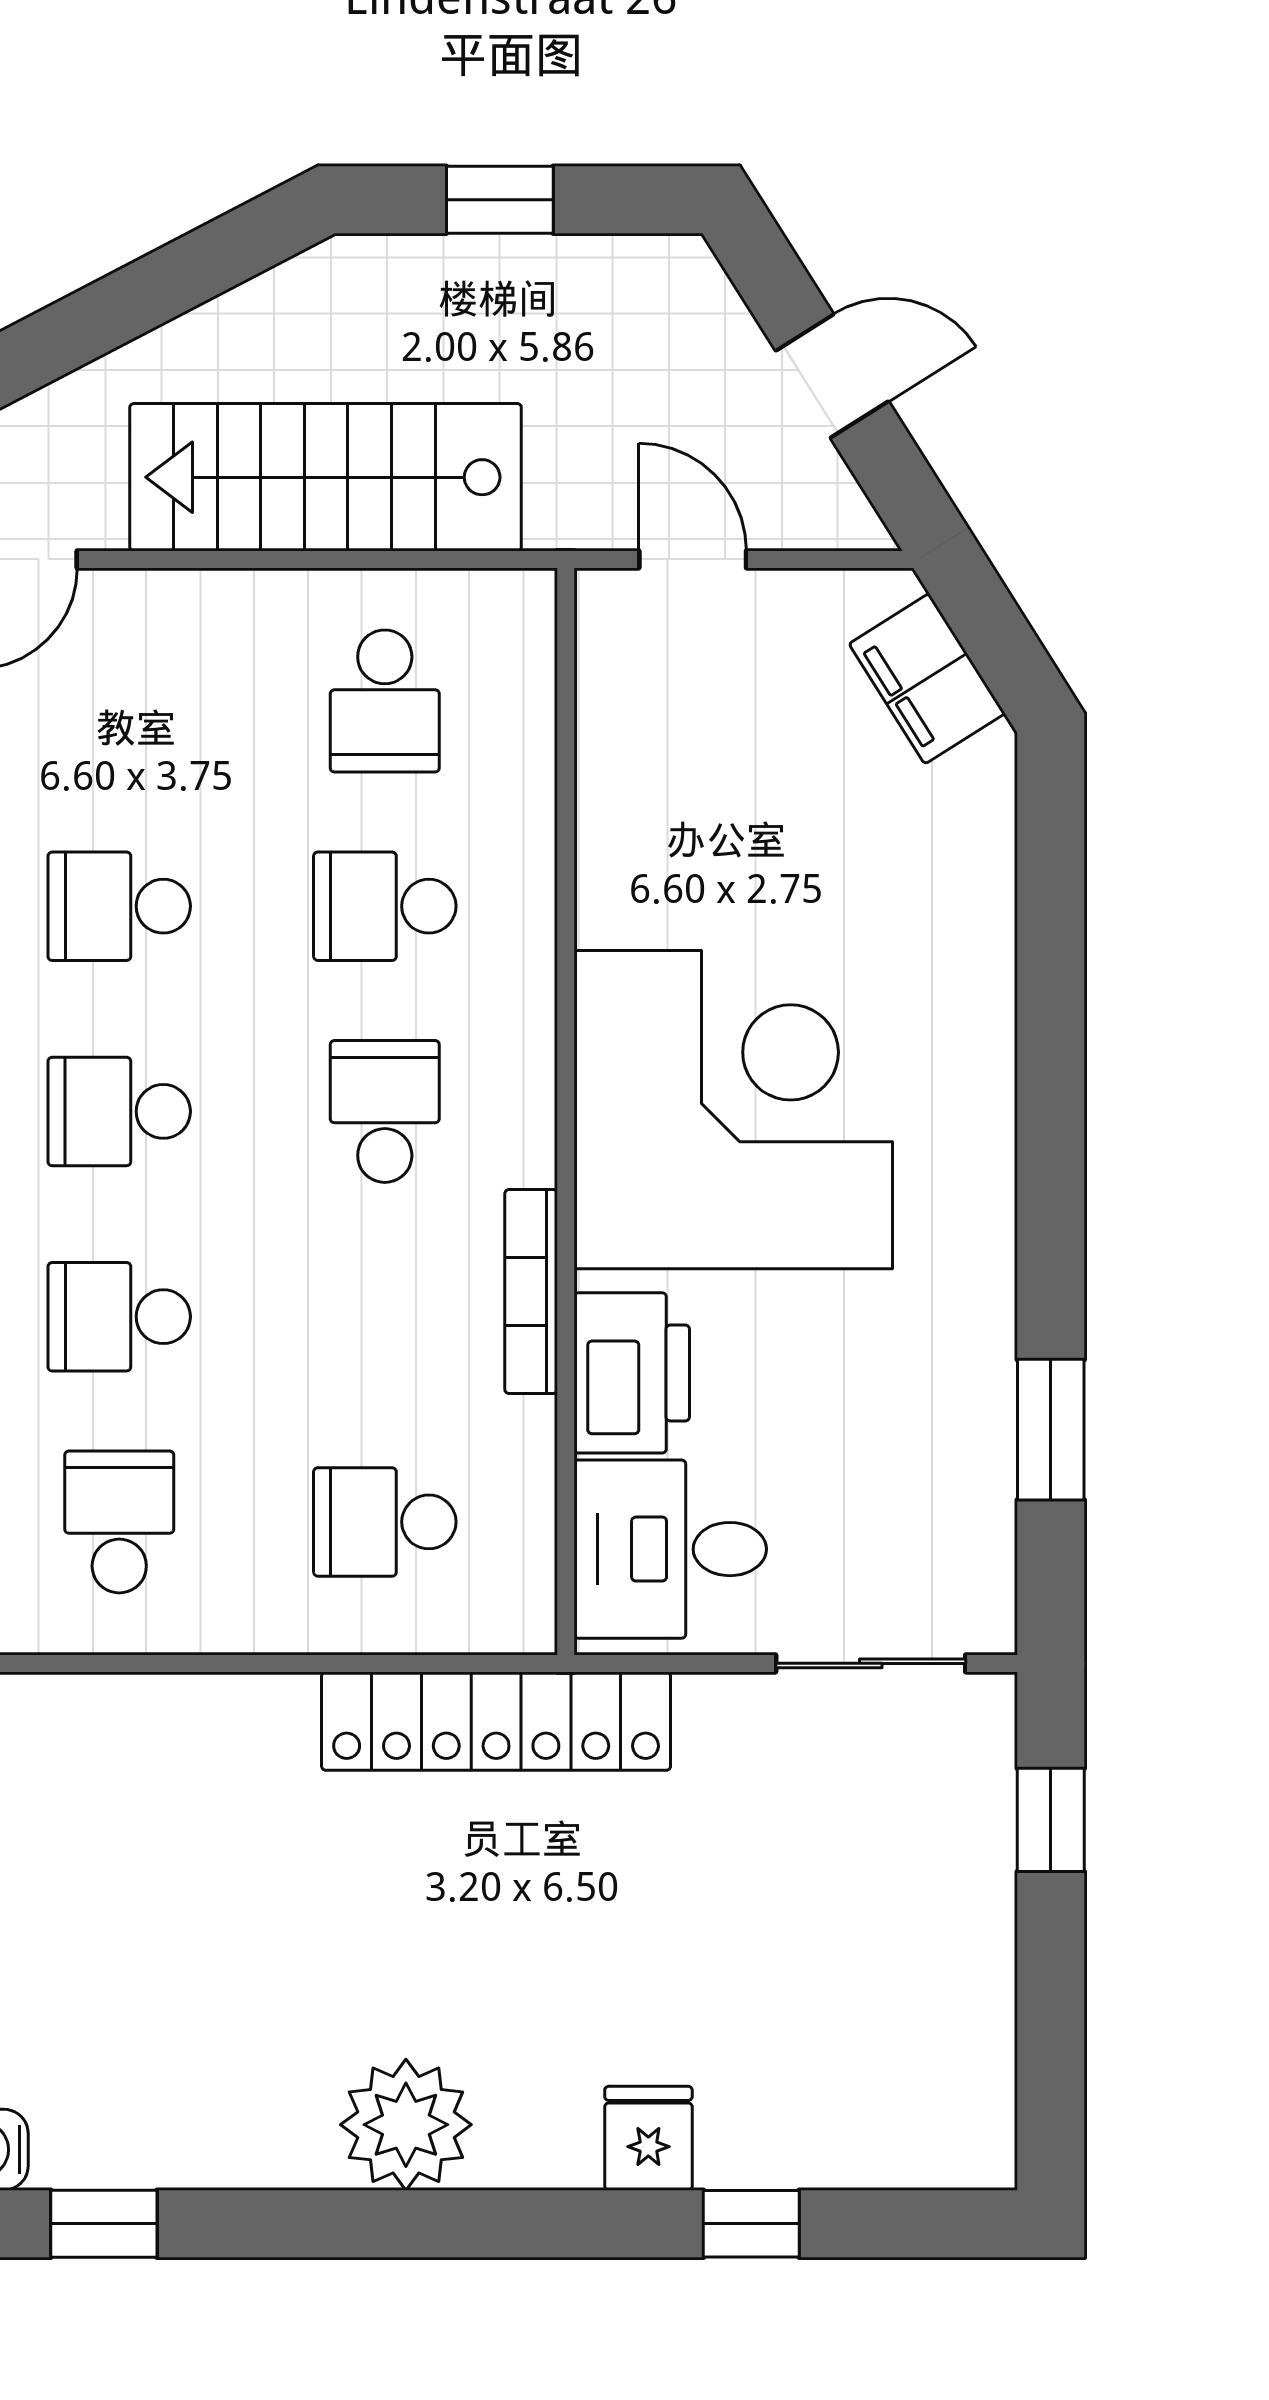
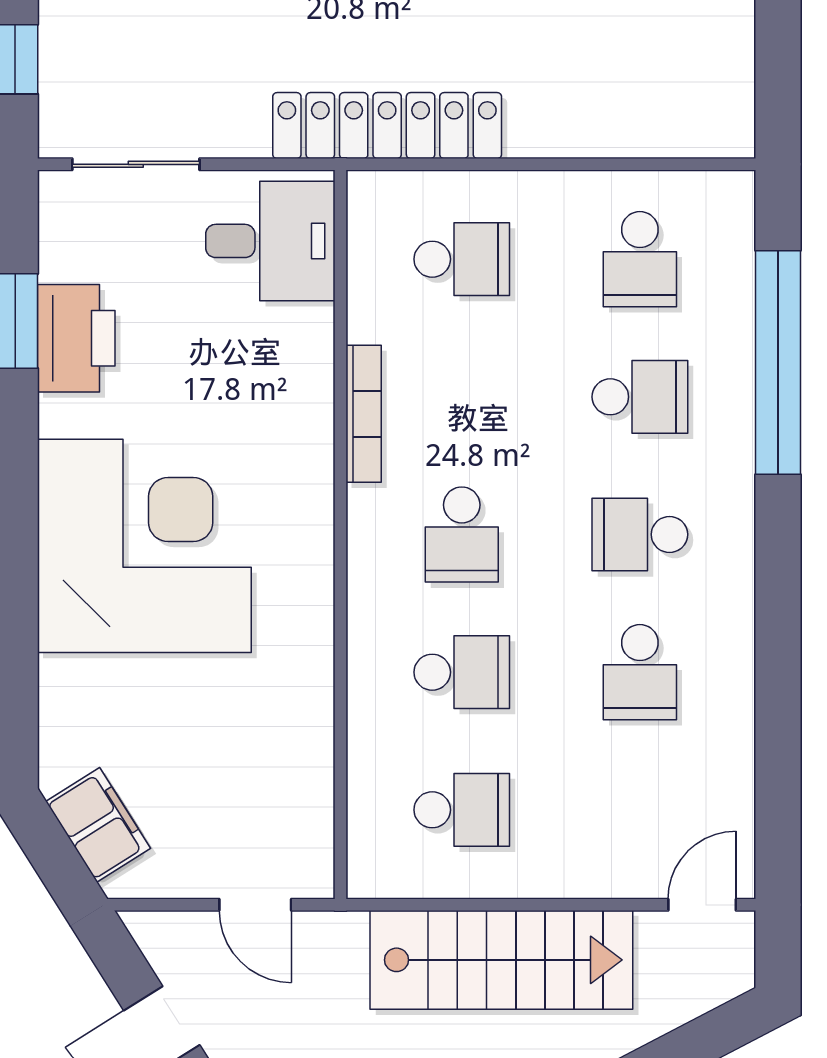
school desk: (385, 701) -> (462, 810), turned 90
school desk: (119, 906) -> (640, 672), turned 90
corner desk: (733, 1110) -> (144, 546), moved, turned 180
school desk: (119, 1111) -> (640, 534), turned 180
printer: (632, 1373) -> (76, 338), moved, turned 180

